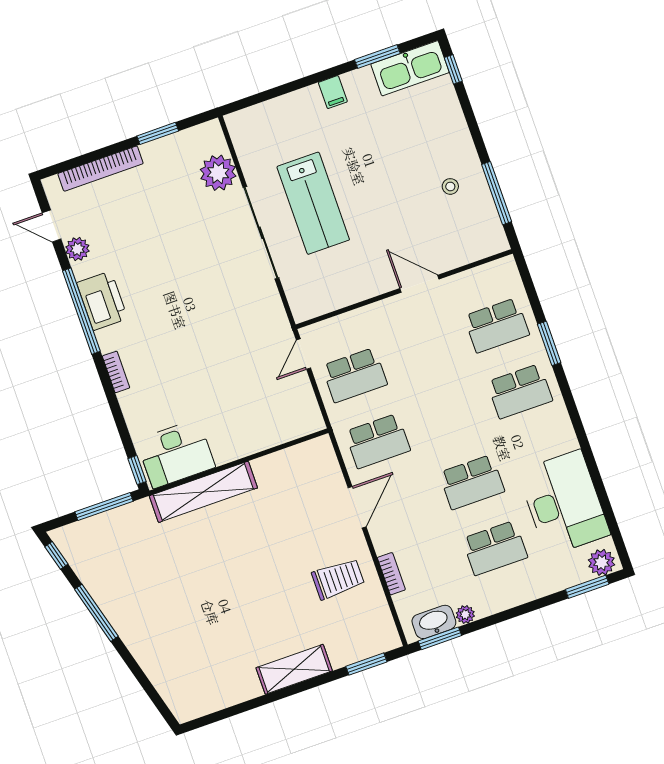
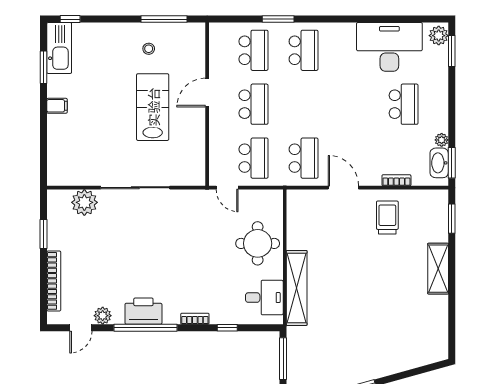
lab bench: (313, 203) -> (153, 107), moved, turned -90
round table: (244, 420) -> (258, 243), added
desk: (176, 454) -> (264, 298), width x0.73
window: (137, 470) -> (227, 328), moved
school desk: (472, 482) -> (253, 104), moved

